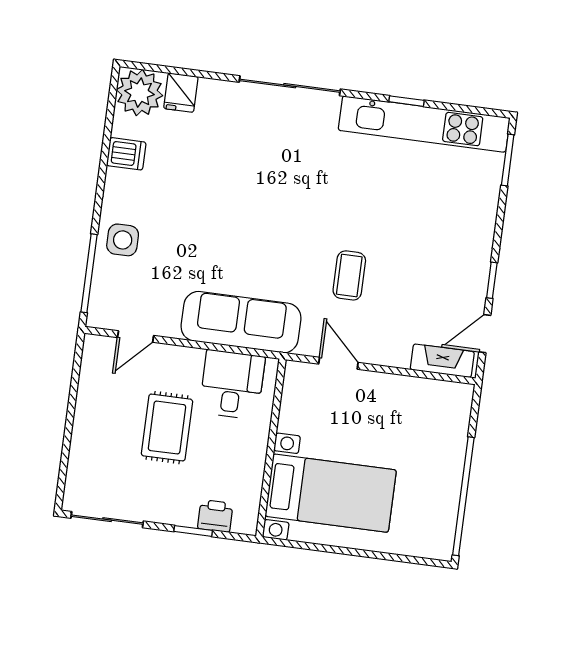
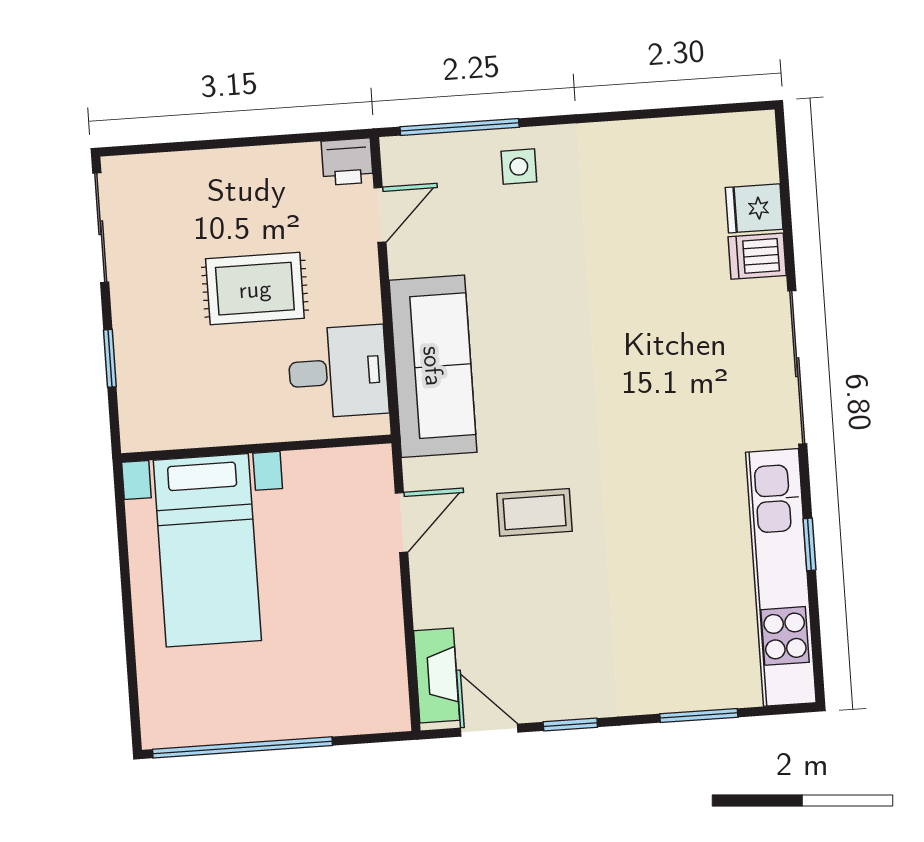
plant: (139, 93) -> (742, 147), removed
dishwasher: (126, 154) -> (757, 256), moved, turned 90
window: (508, 160) -> (699, 715), moved
side table: (123, 240) -> (519, 167), width x0.73, depth x0.73
door: (136, 337) -> (380, 215), swing flipped
printer: (215, 516) -> (347, 162), moved, turned 90

